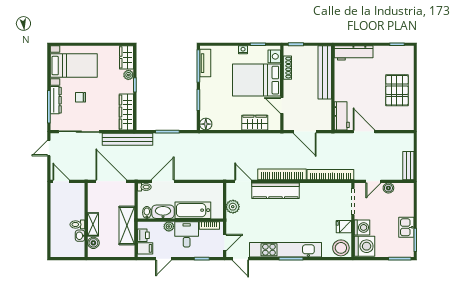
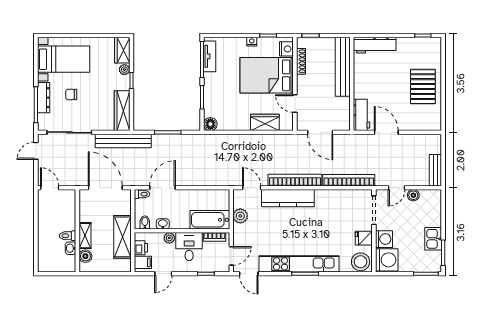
bathtub: (193, 210) -> (210, 220), moved
washbasin: (163, 212) -> (163, 224), width x0.52, depth x0.69

